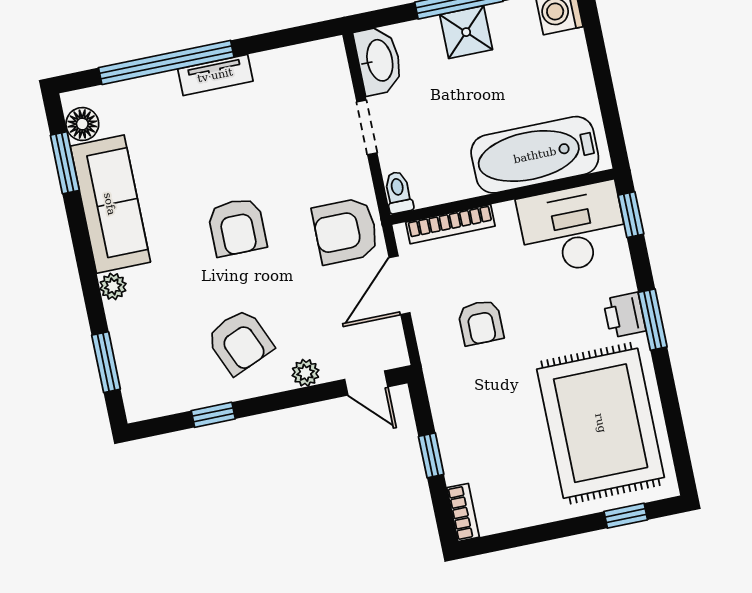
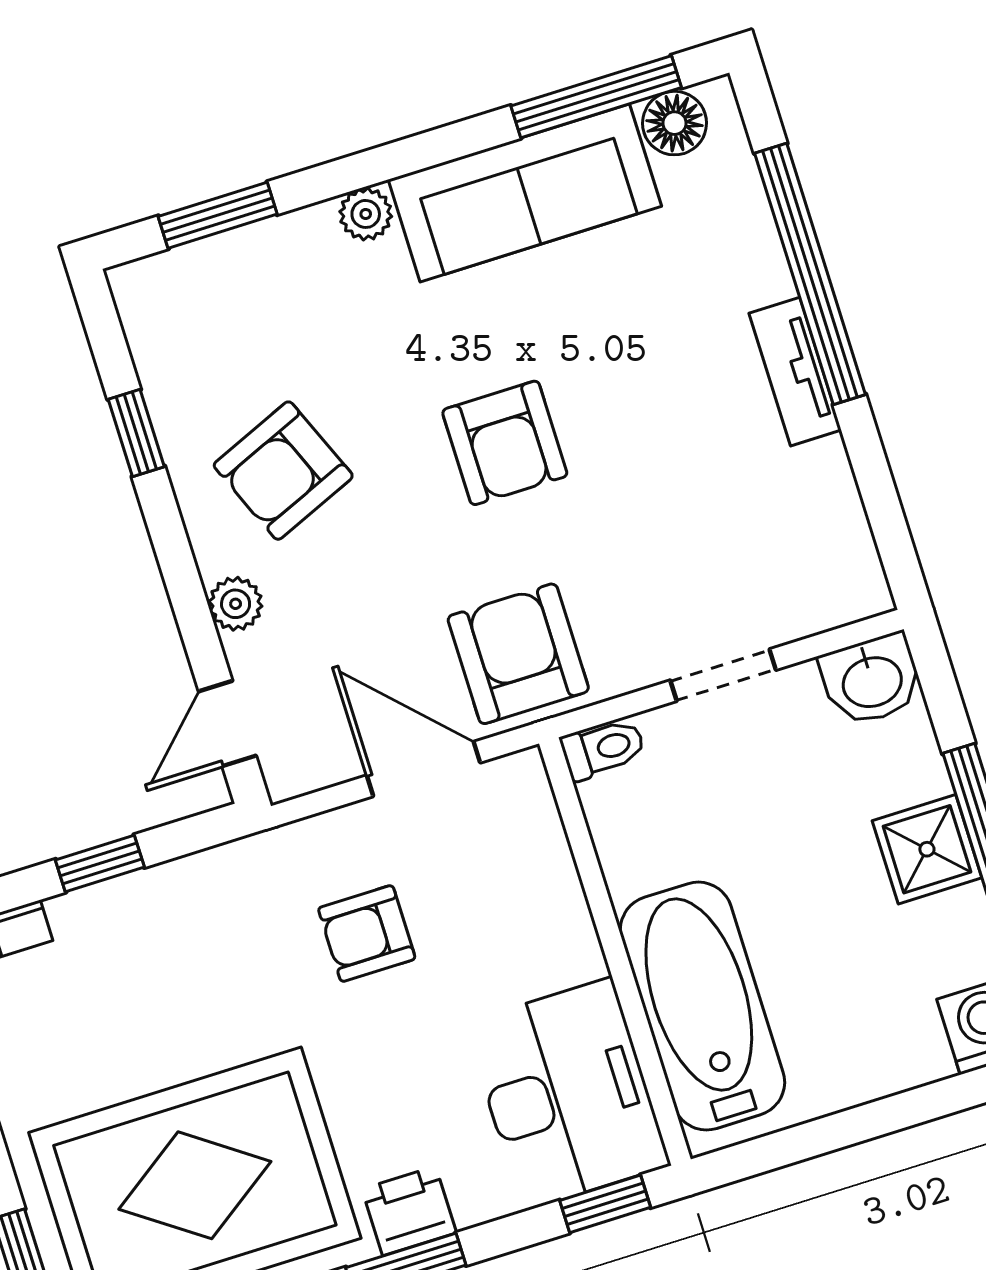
washbasin: (379, 61) -> (872, 680), width x0.72
window: (65, 163) -> (596, 97), width x1.44
bookcase: (450, 224) -> (552, 856), removed
armchair: (237, 227) -> (505, 443), turned -90

